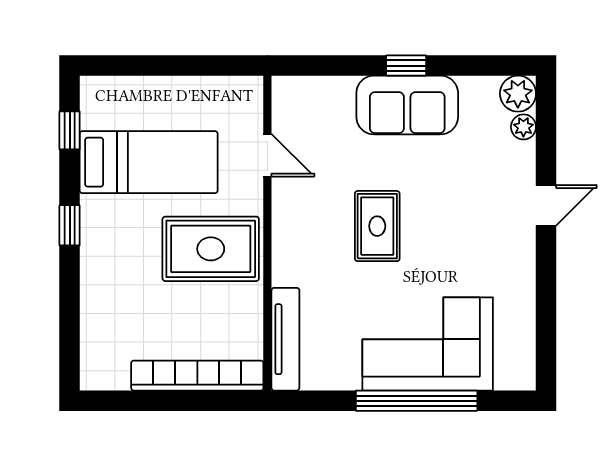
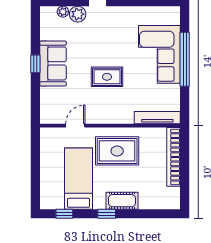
plant: (518, 94) -> (78, 14), moved
rug: (211, 249) -> (117, 151), turned 90
cot: (99, 260) -> (122, 201), added

